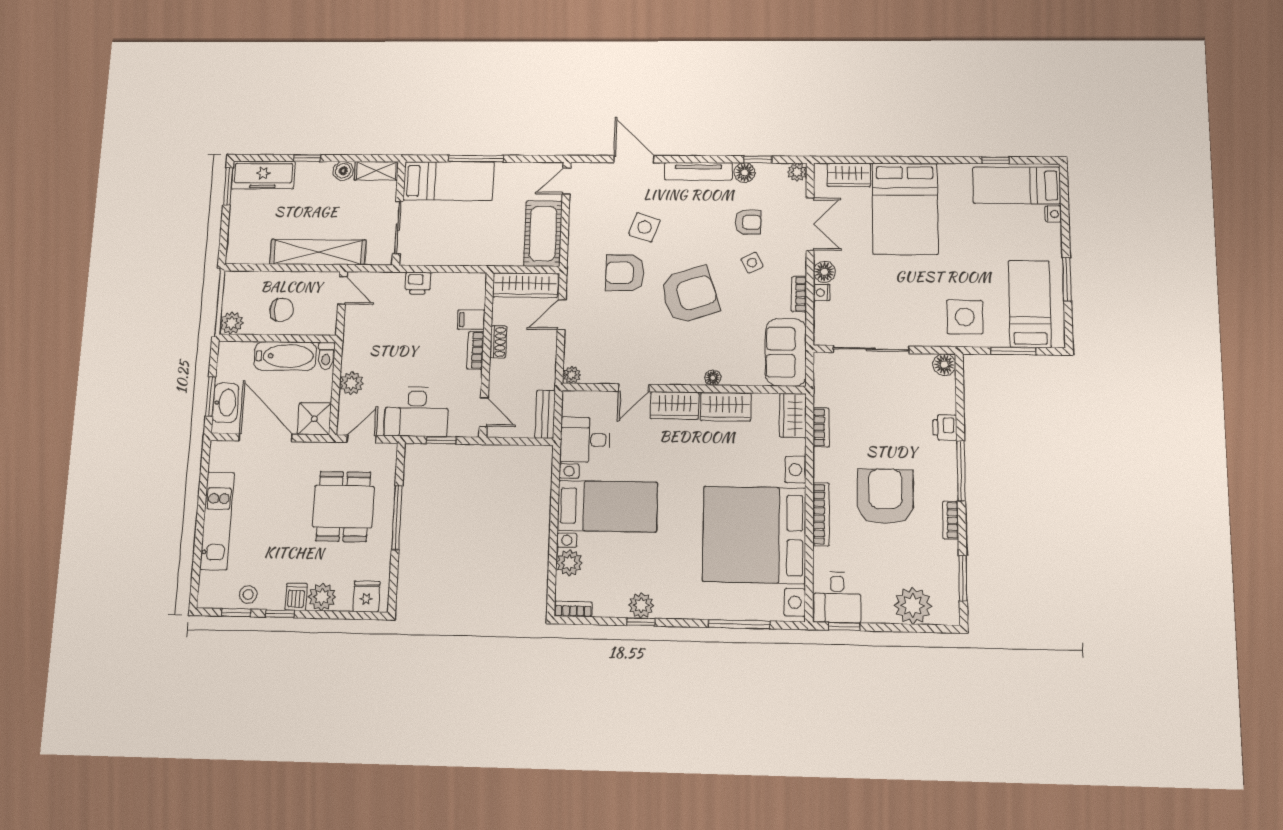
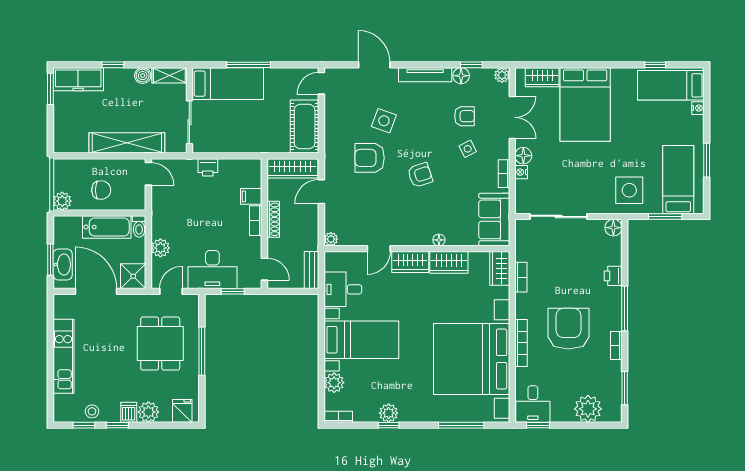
armchair: (690, 295) -> (420, 175), width x0.53, depth x0.53
shoe rack: (498, 342) -> (273, 219), width x1.43

